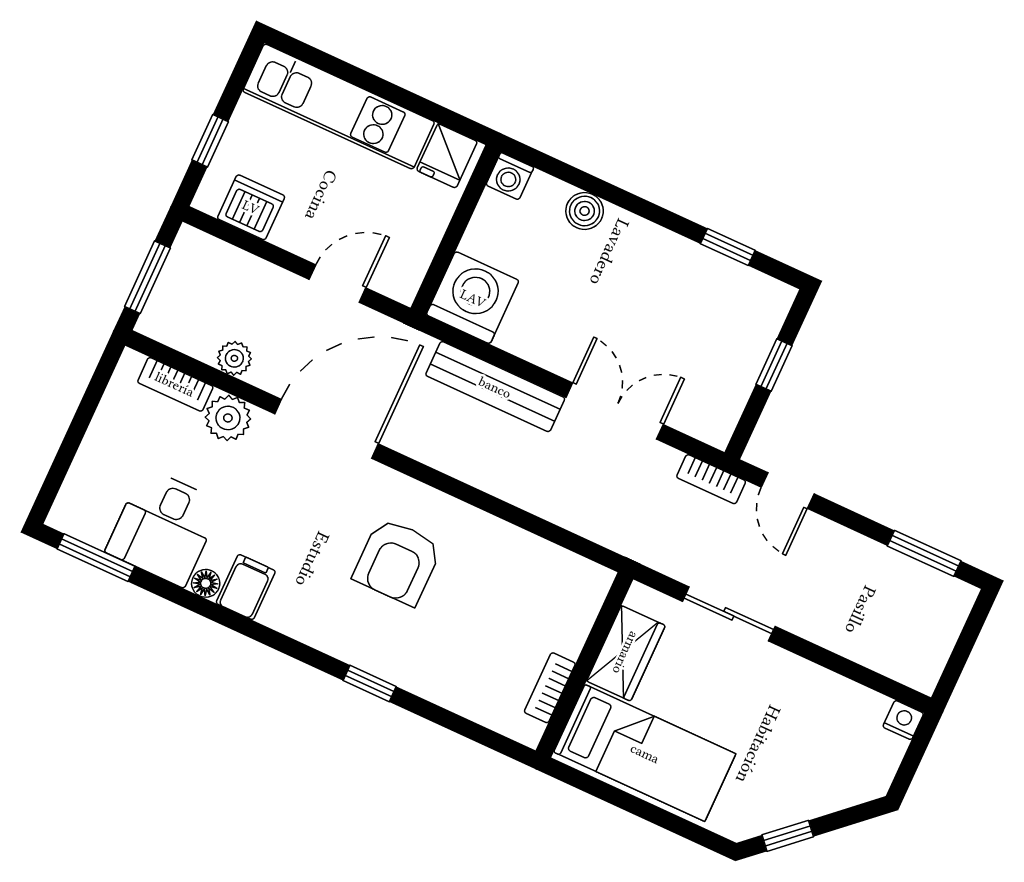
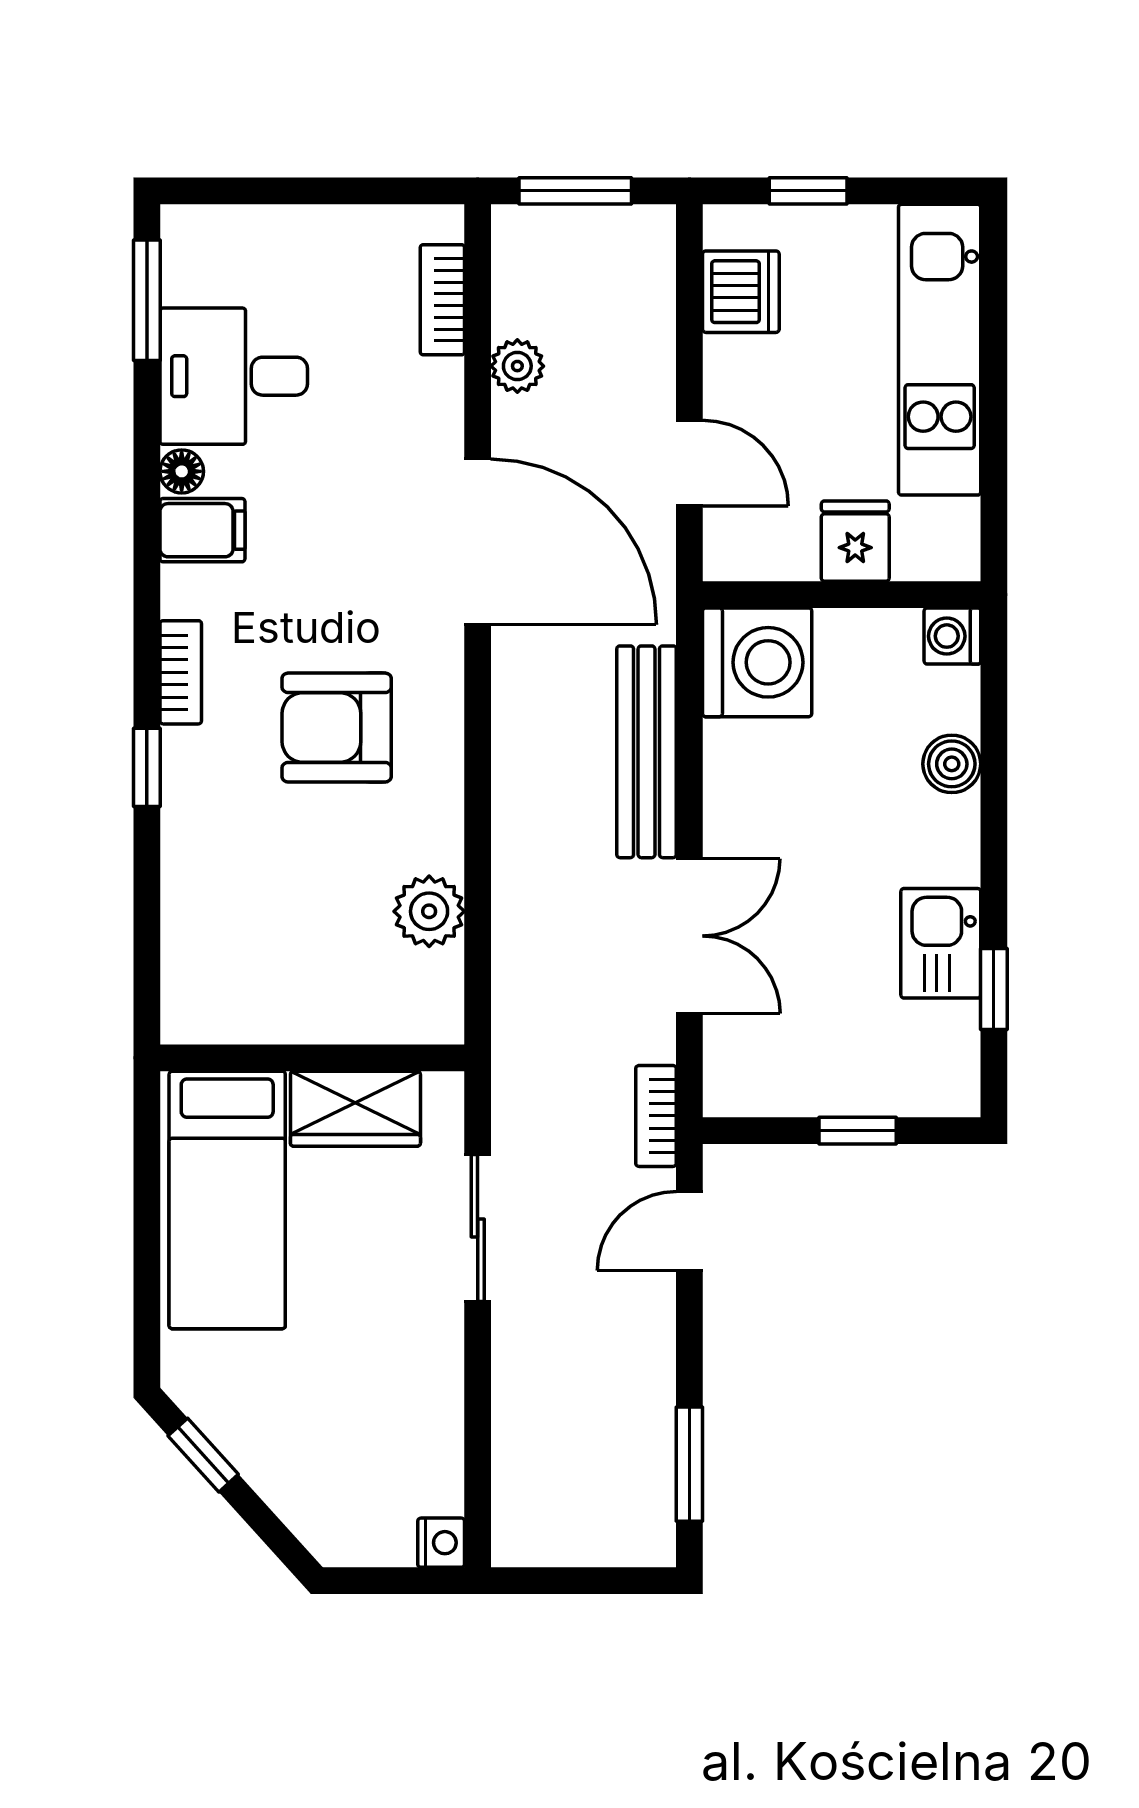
fridge: (447, 156) -> (855, 541), moved, turned 90
kitchen sink: (687, 266) -> (941, 943), added
plant: (228, 418) -> (429, 911), moved
bookcase: (550, 688) -> (181, 672), moved, turned 90

